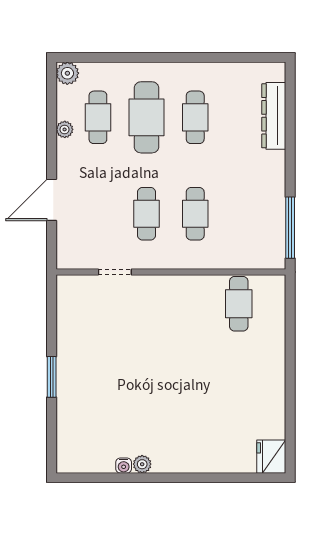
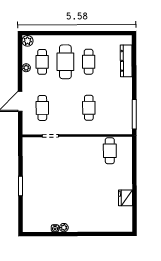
cafe table: (147, 214) -> (42, 108), moved
fridge: (271, 457) -> (125, 198), moved

